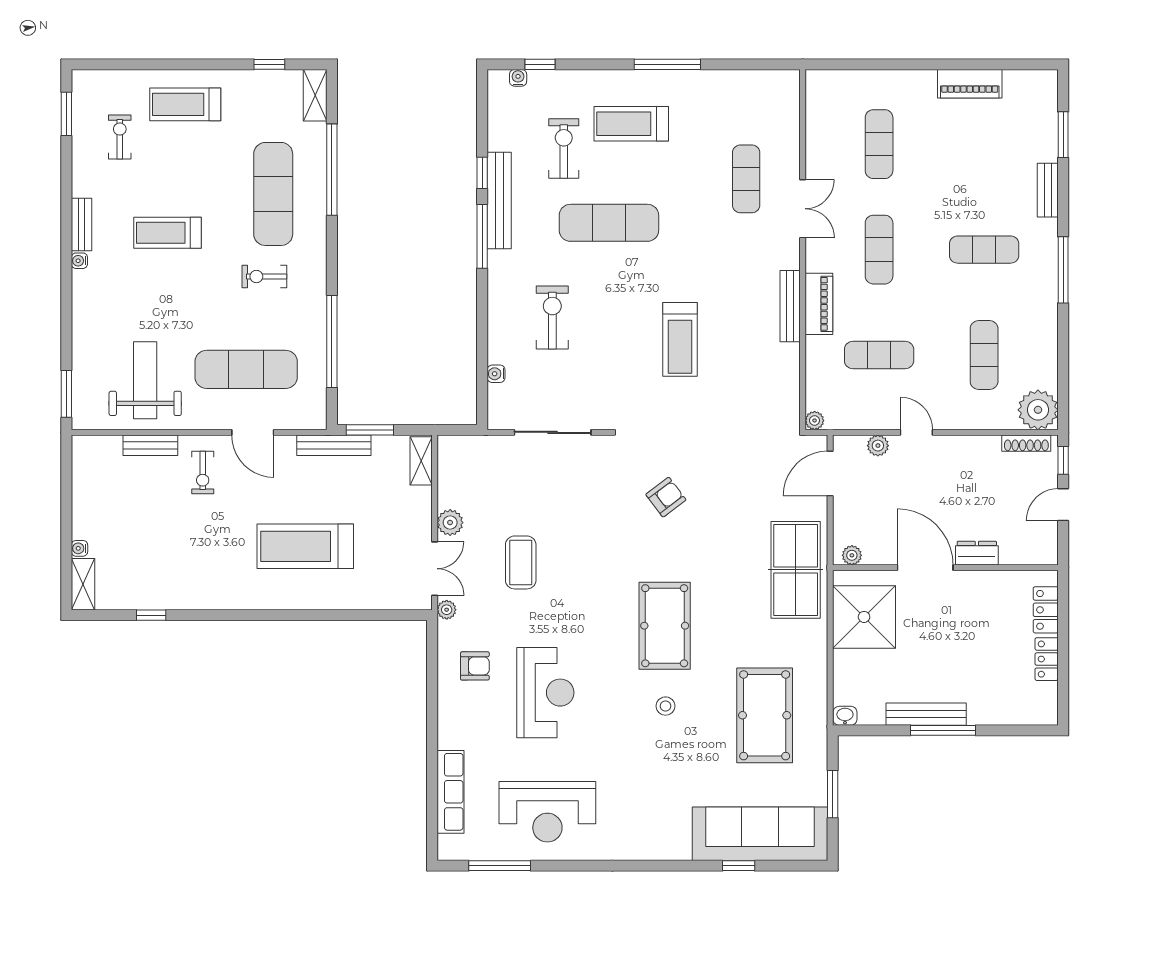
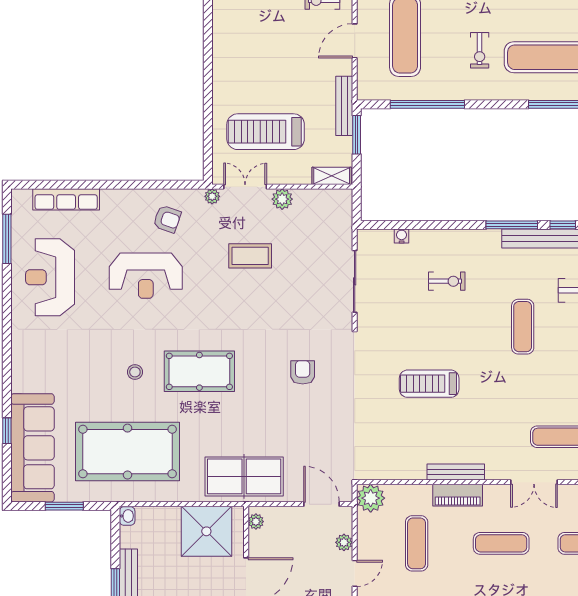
exercise mat: (609, 223) -> (523, 327), width x0.73, depth x0.69
exercise bike: (264, 277) -> (480, 50), turned 180
exercise bike: (552, 317) -> (447, 281), width x0.73, depth x0.72
plant: (815, 420) -> (371, 498), width x1.88, depth x1.88
armchair: (666, 497) -> (303, 372), turned -143
treadmill: (305, 546) -> (266, 132), moved, turned -90
double door: (435, 569) -> (245, 187), swing flipped
armchair: (475, 666) -> (167, 219), turned -71
pool table: (765, 715) -> (128, 452), width x1.36, depth x1.32

